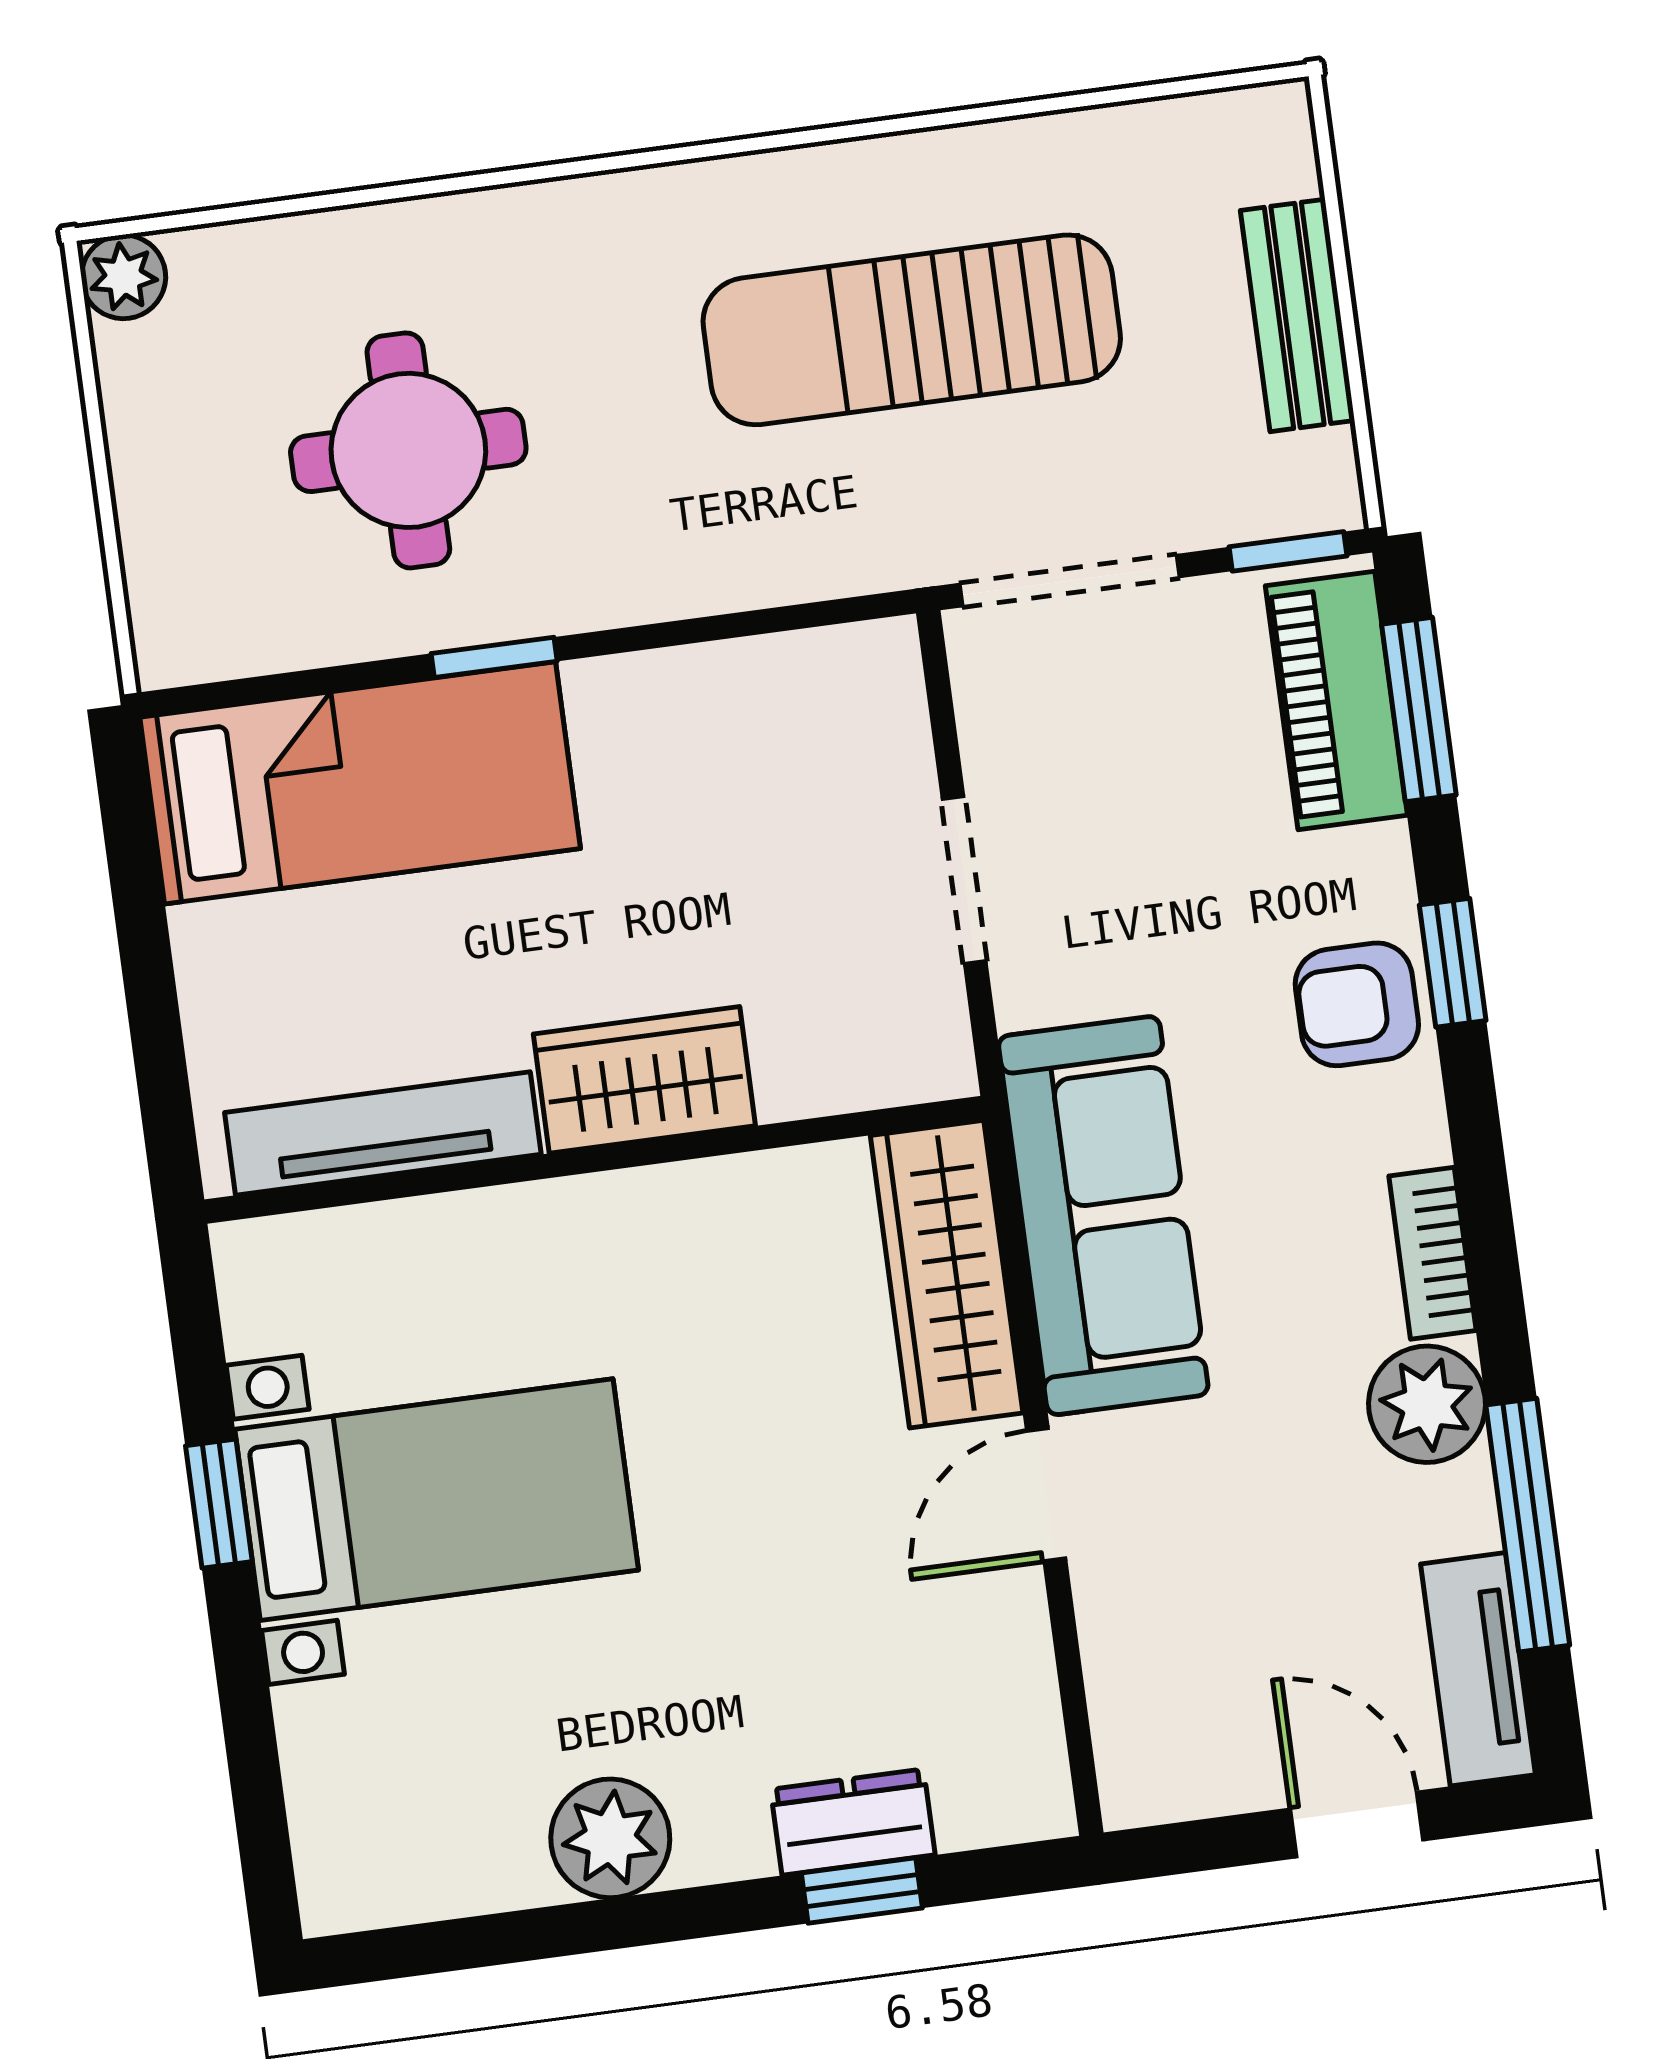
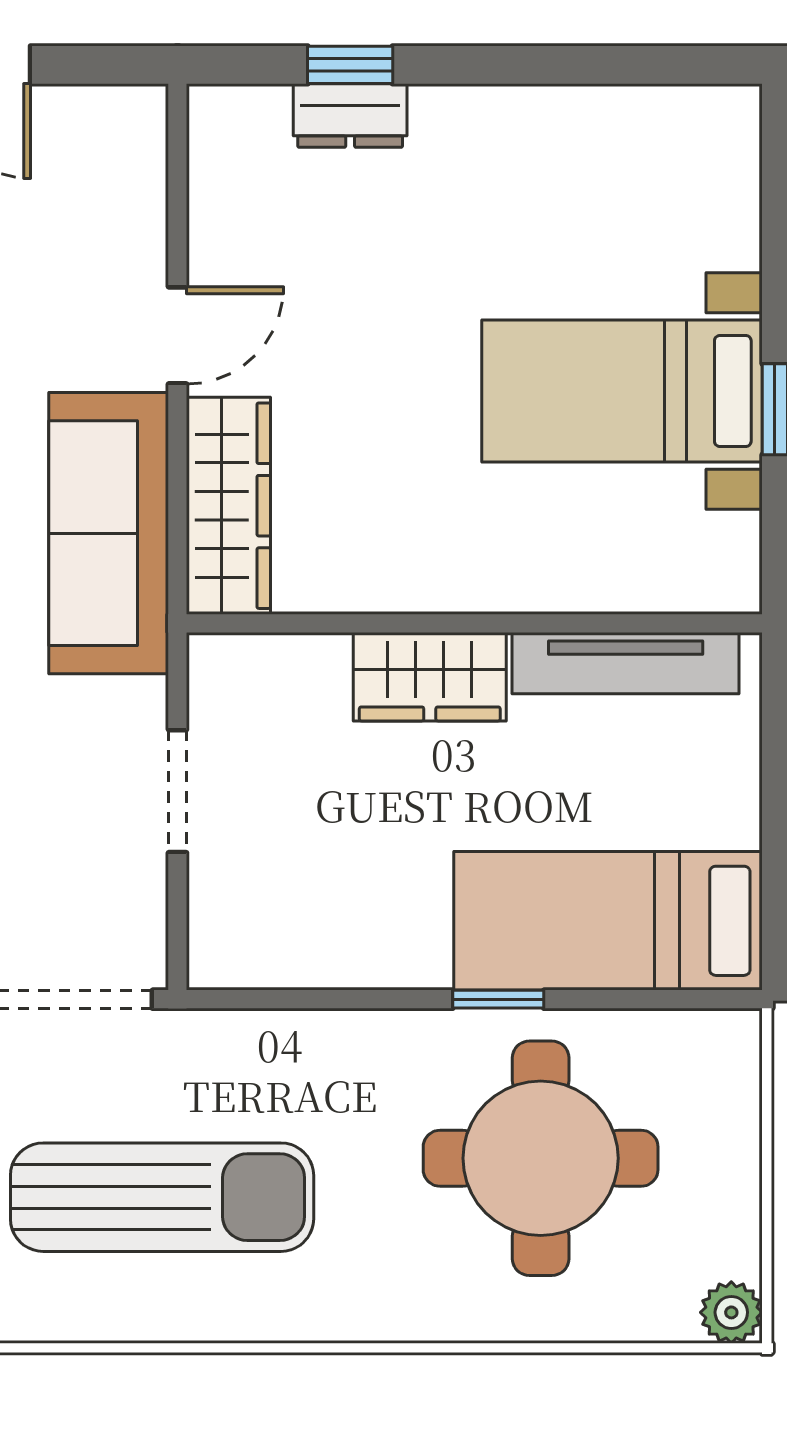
round table: (408, 450) -> (541, 1158), width x1.36, depth x1.36
plant: (610, 1838) -> (528, 127), removed

